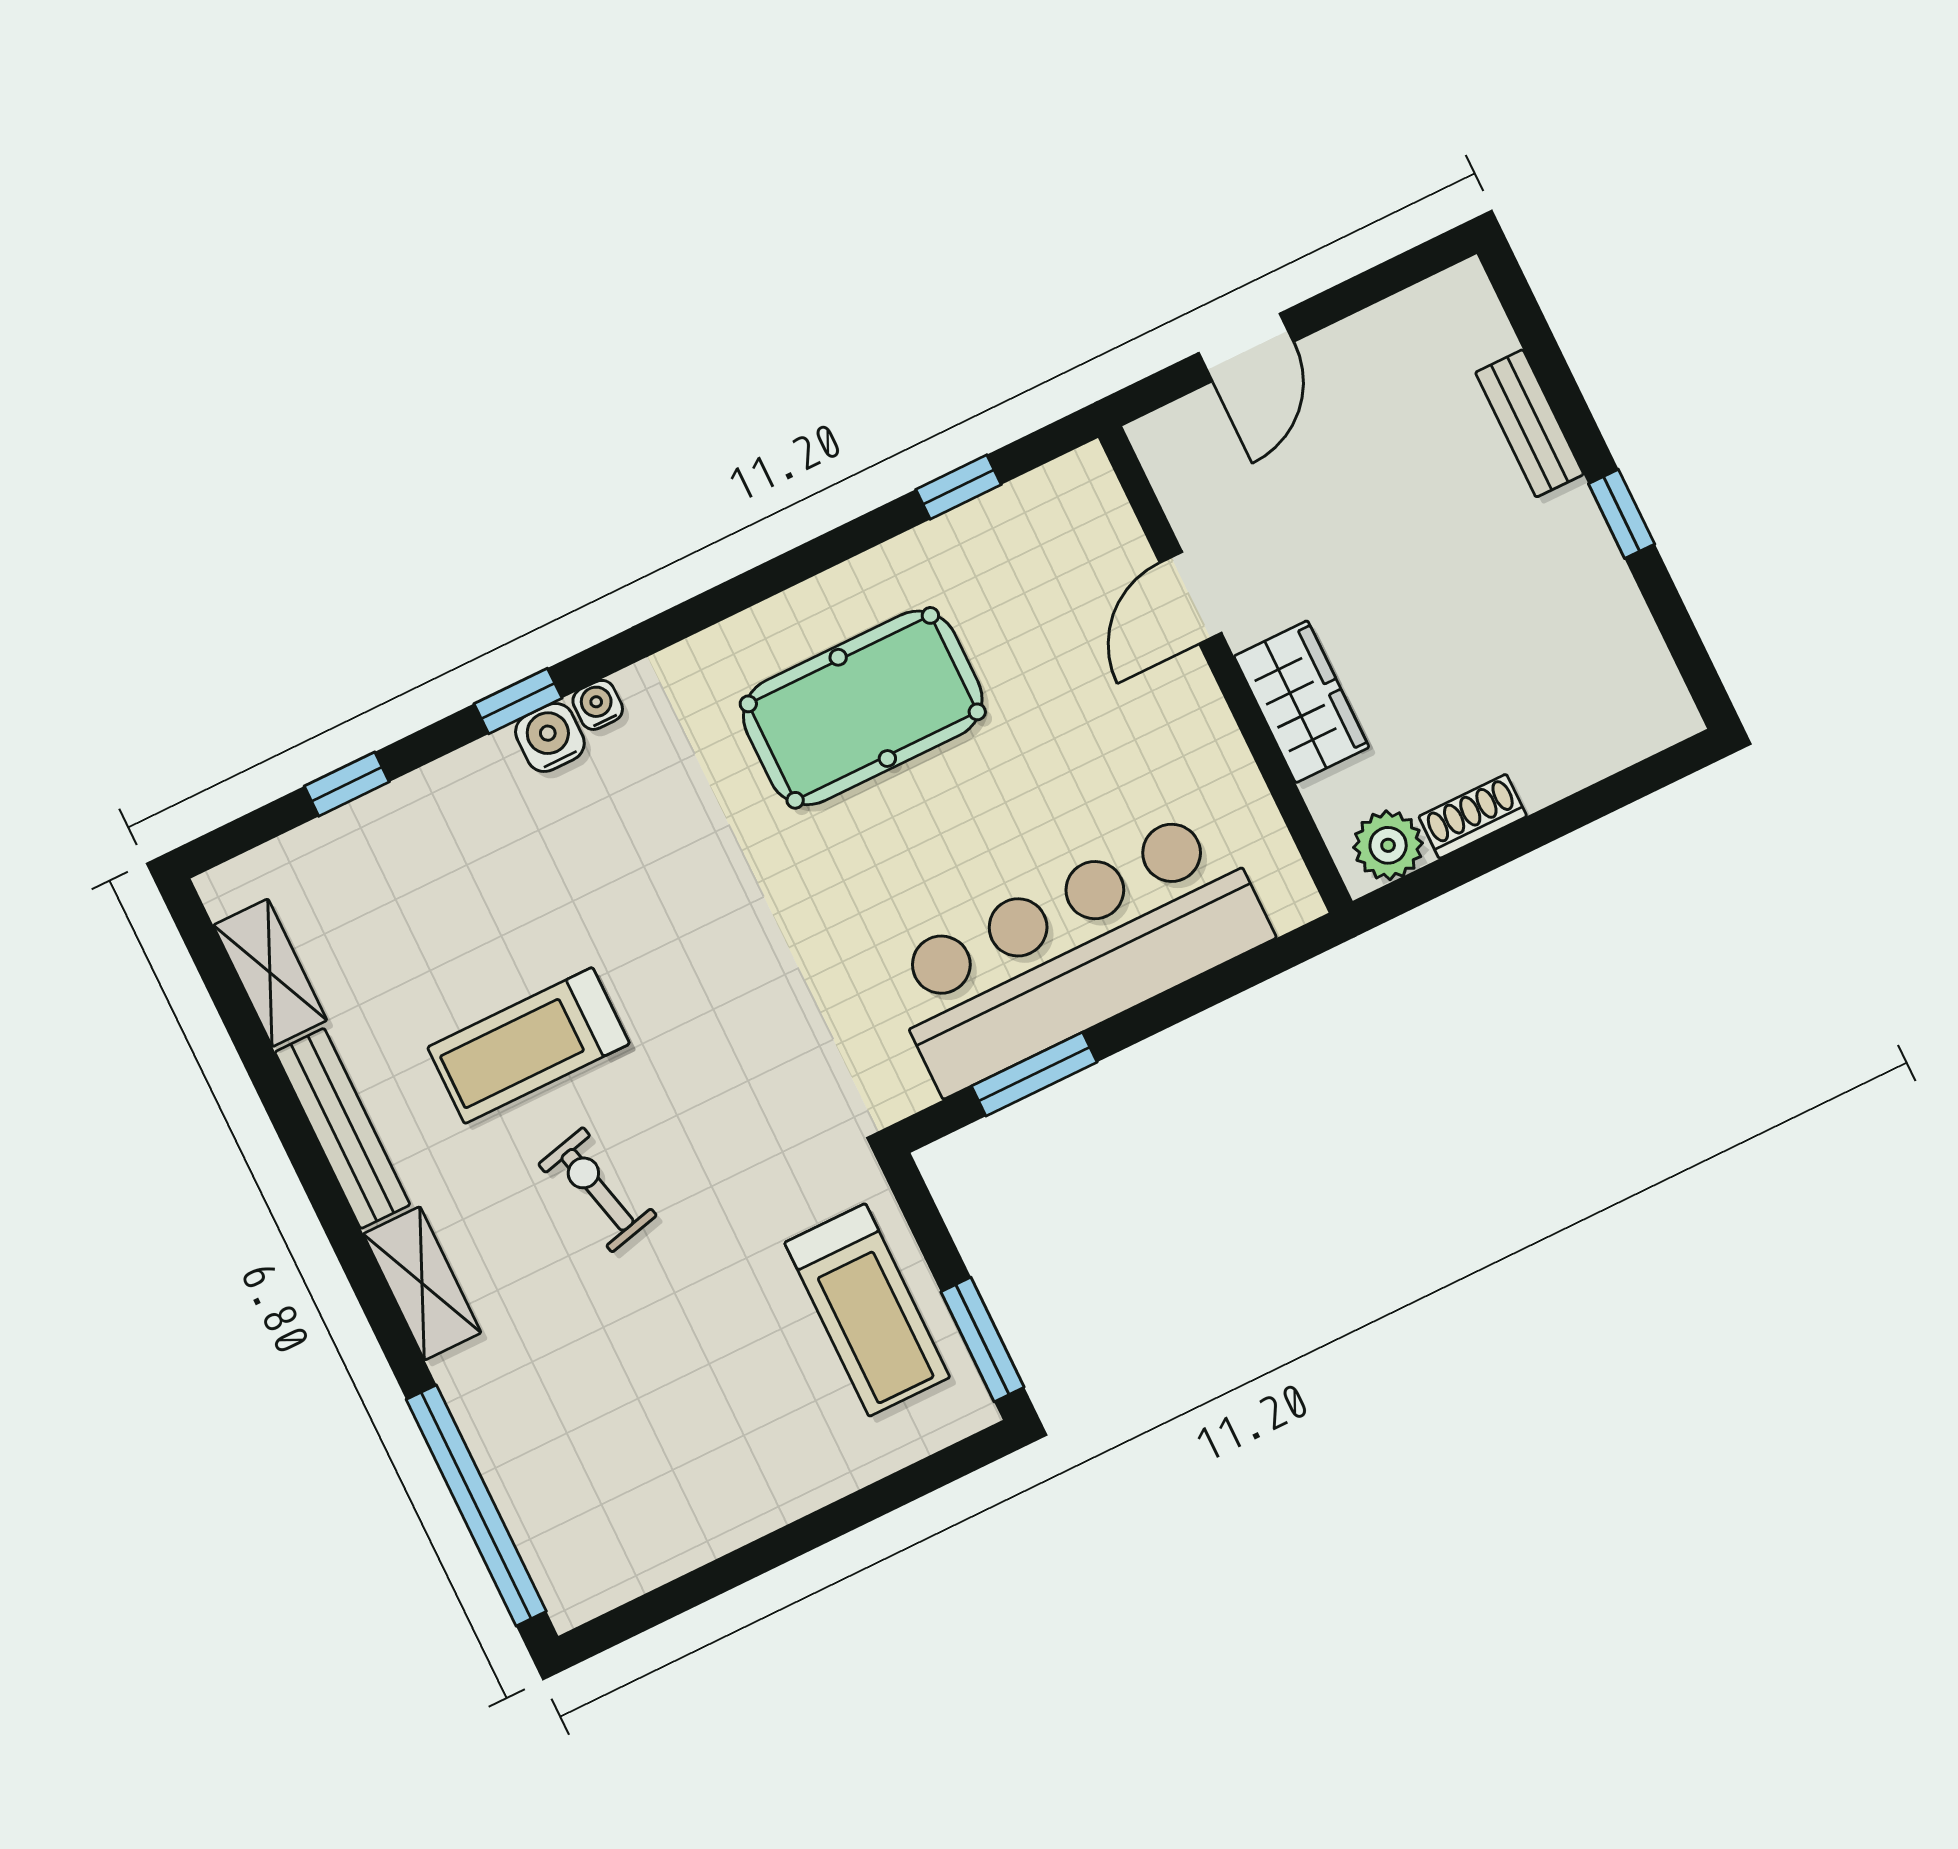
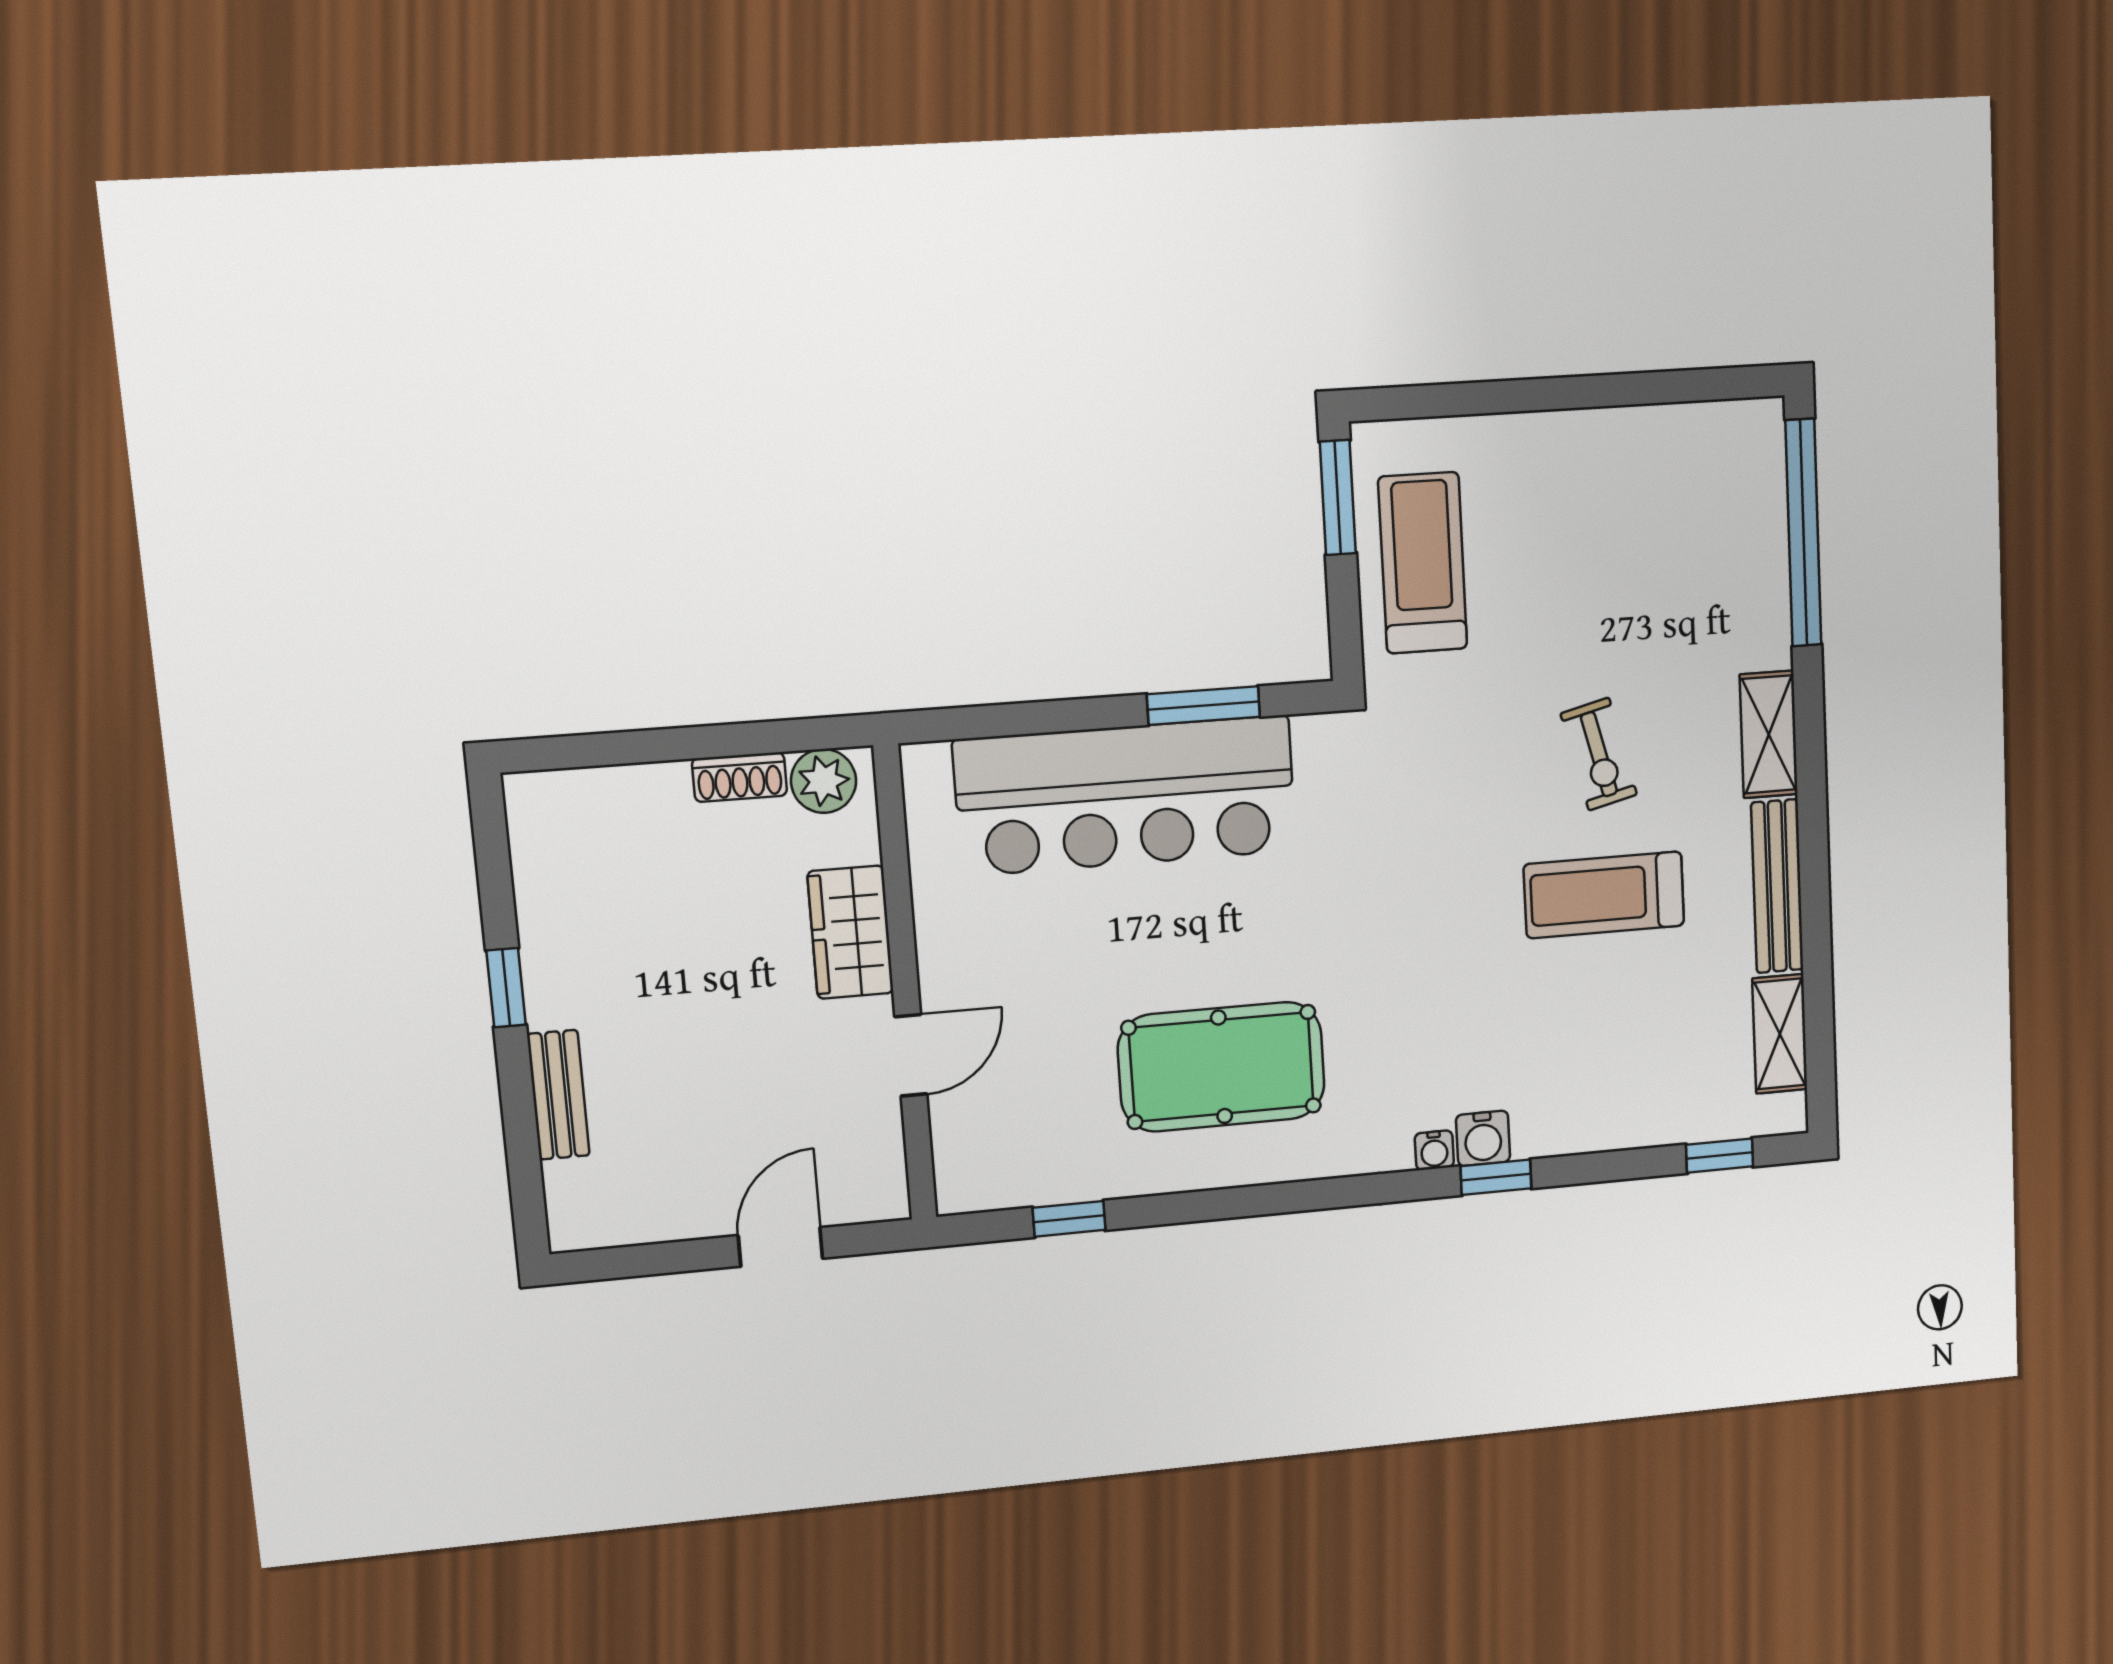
window: (347, 784) -> (1720, 1156), moved
treadmill: (529, 1046) -> (1604, 895), turned 180

